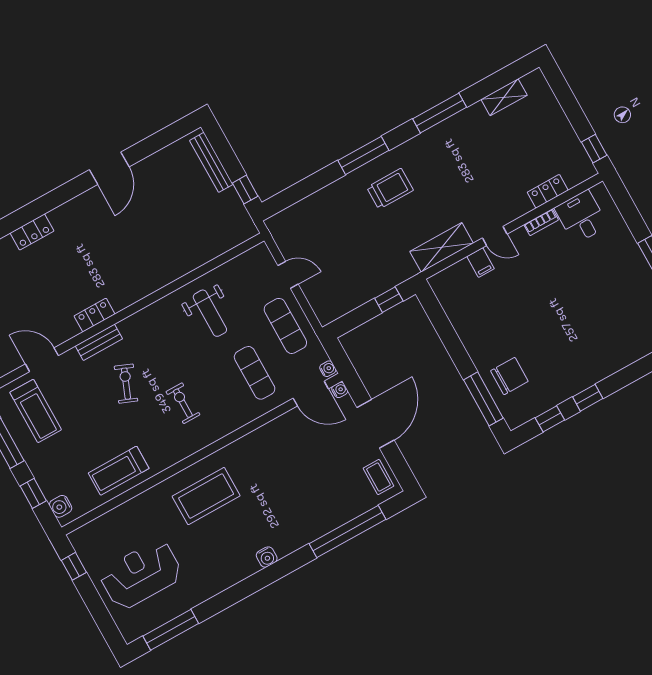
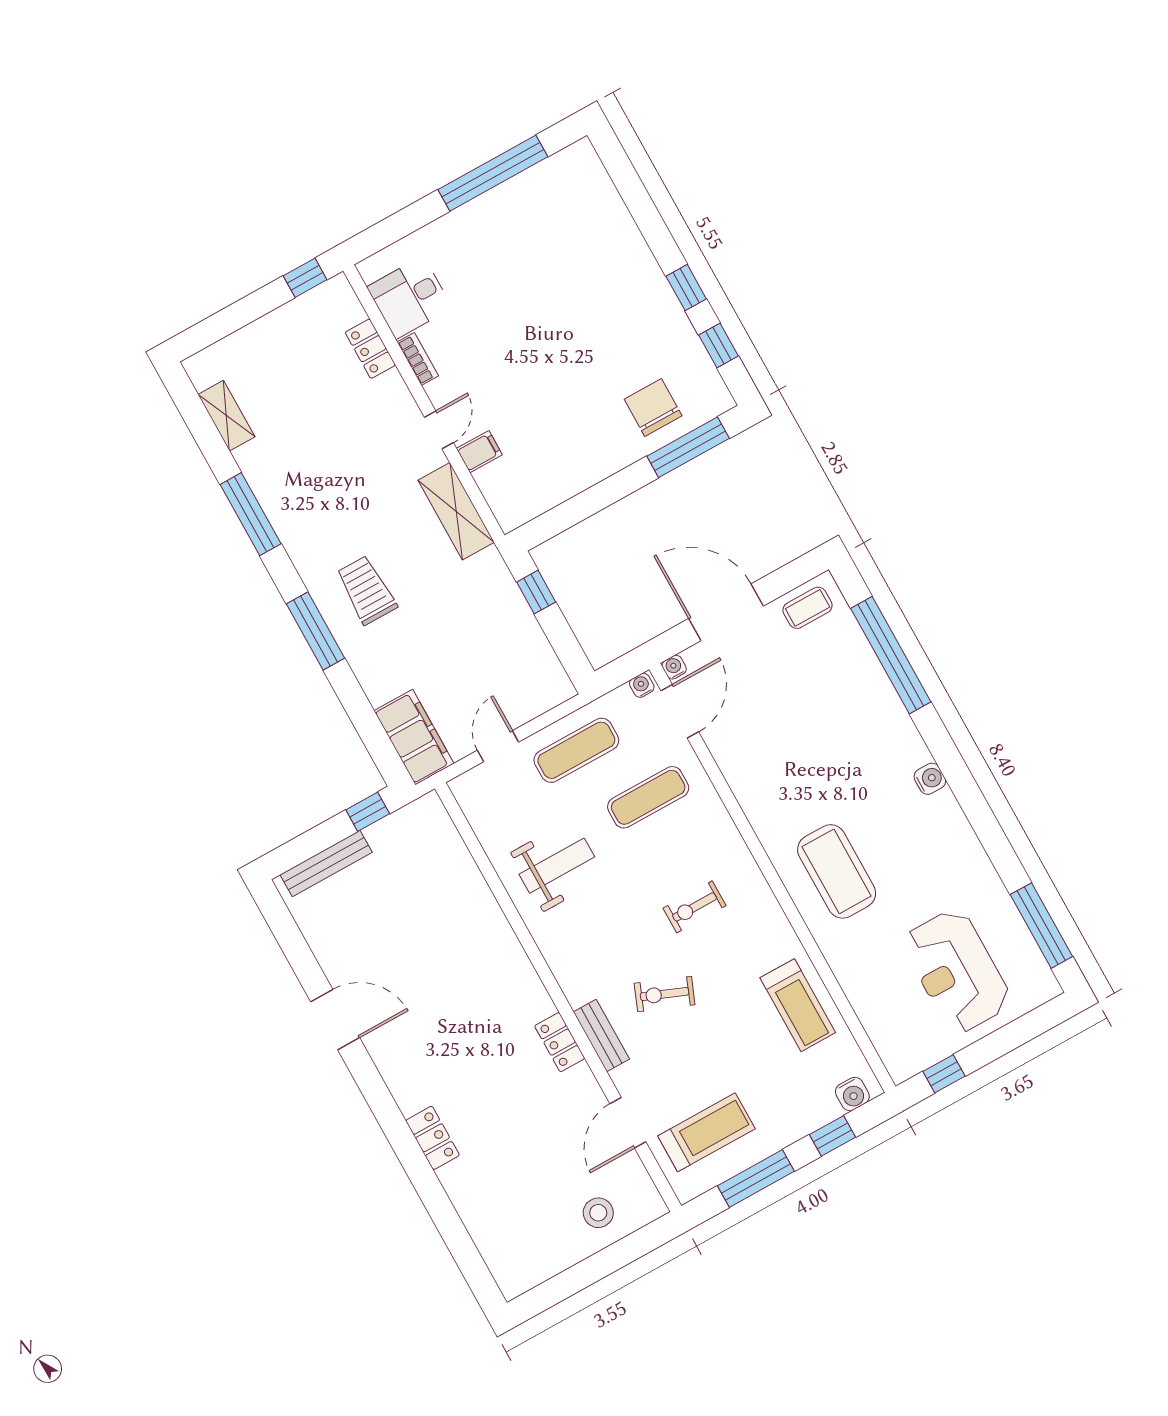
filing cabinet: (294, 220) -> (414, 737), added

